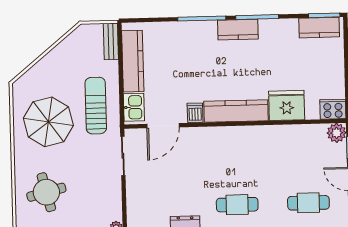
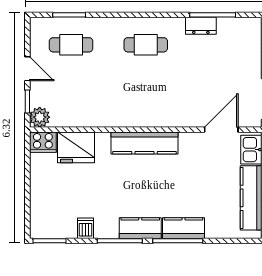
kitchen counter: (319, 28) -> (184, 228), moved
fridge: (287, 105) -> (76, 147), moved
dishwasher: (195, 113) -> (85, 228), moved, turned 180

